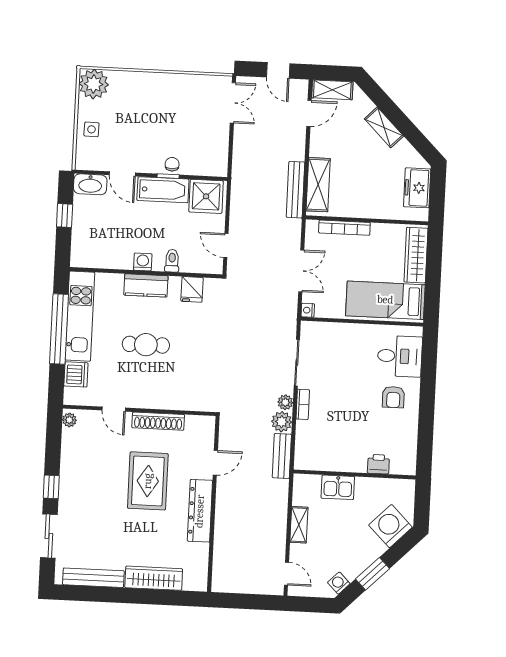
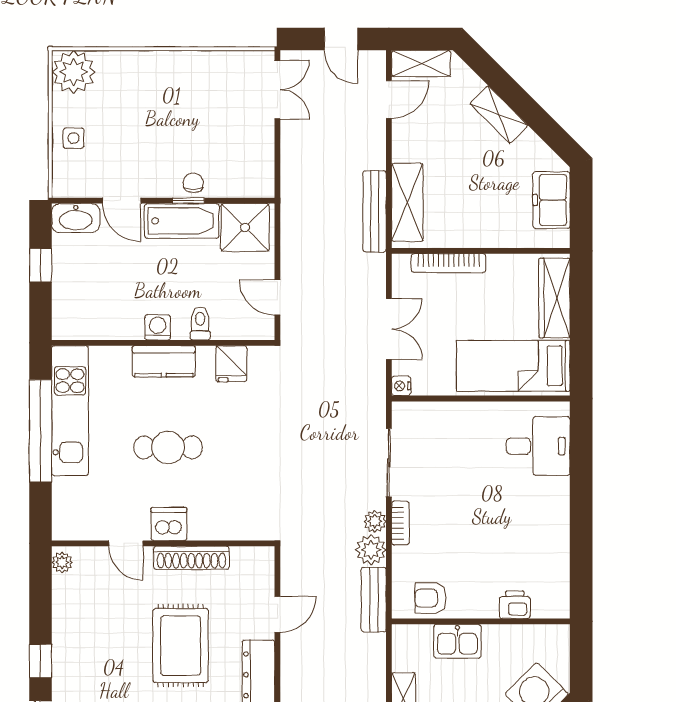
dishwasher: (76, 374) -> (169, 524), moved, turned -90
armchair: (393, 397) -> (431, 598), moved, turned 90

